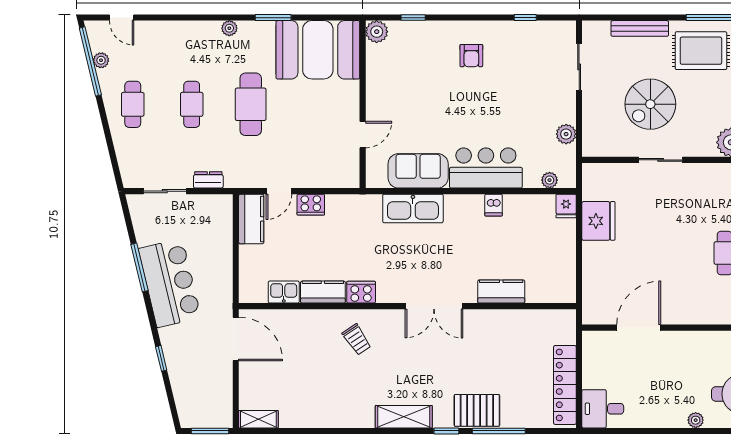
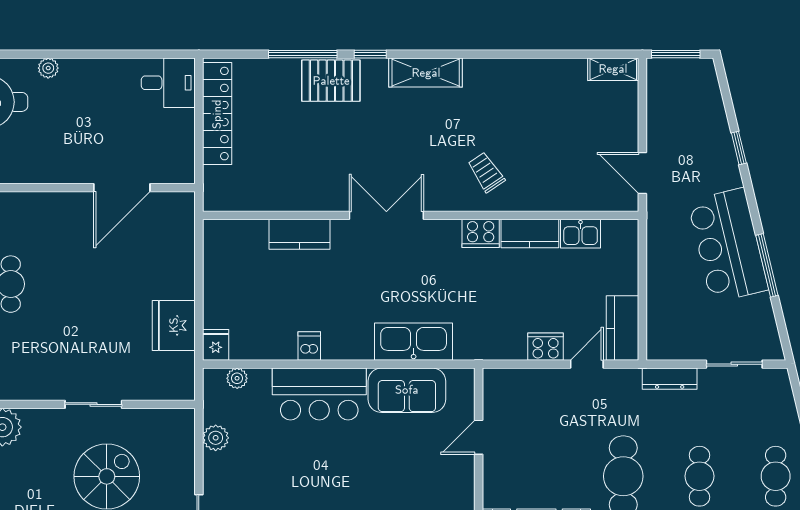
dresser: (208, 180) -> (670, 379), width x1.44
door: (236, 339) -> (642, 173), width x0.73

